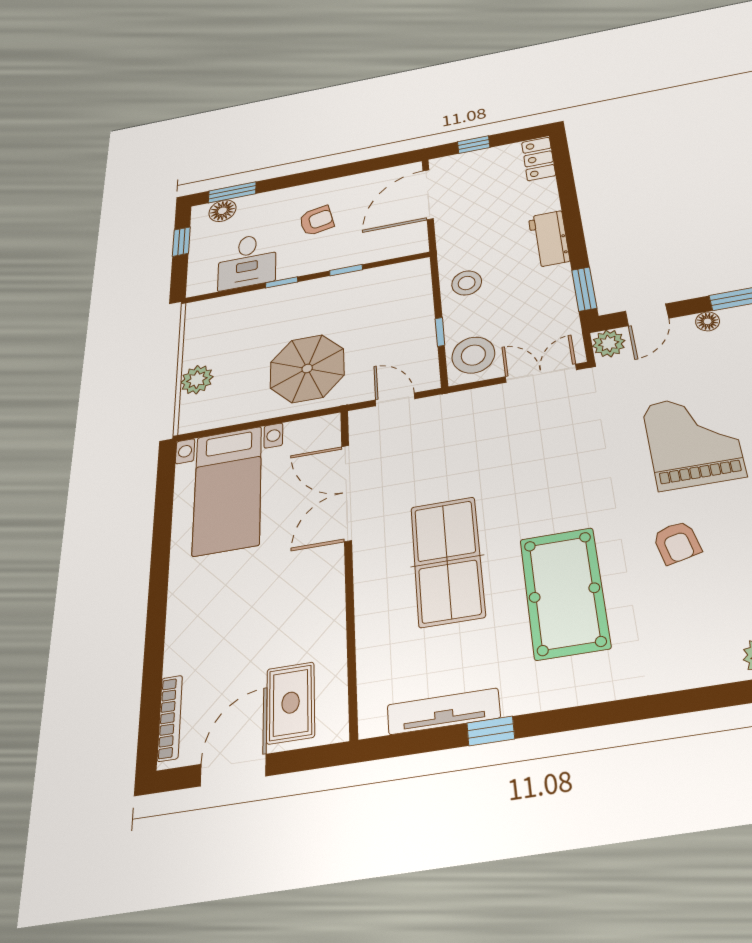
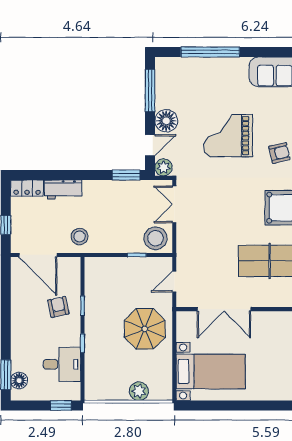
armchair: (317, 221) -> (58, 307), moved
workbench: (549, 239) -> (63, 189), moved
window: (181, 242) -> (61, 405), moved
stool: (467, 283) -> (80, 237), moved
door: (647, 315) -> (150, 145), hinge flipped
floor lamp: (708, 321) -> (166, 121), width x1.89, depth x1.89

